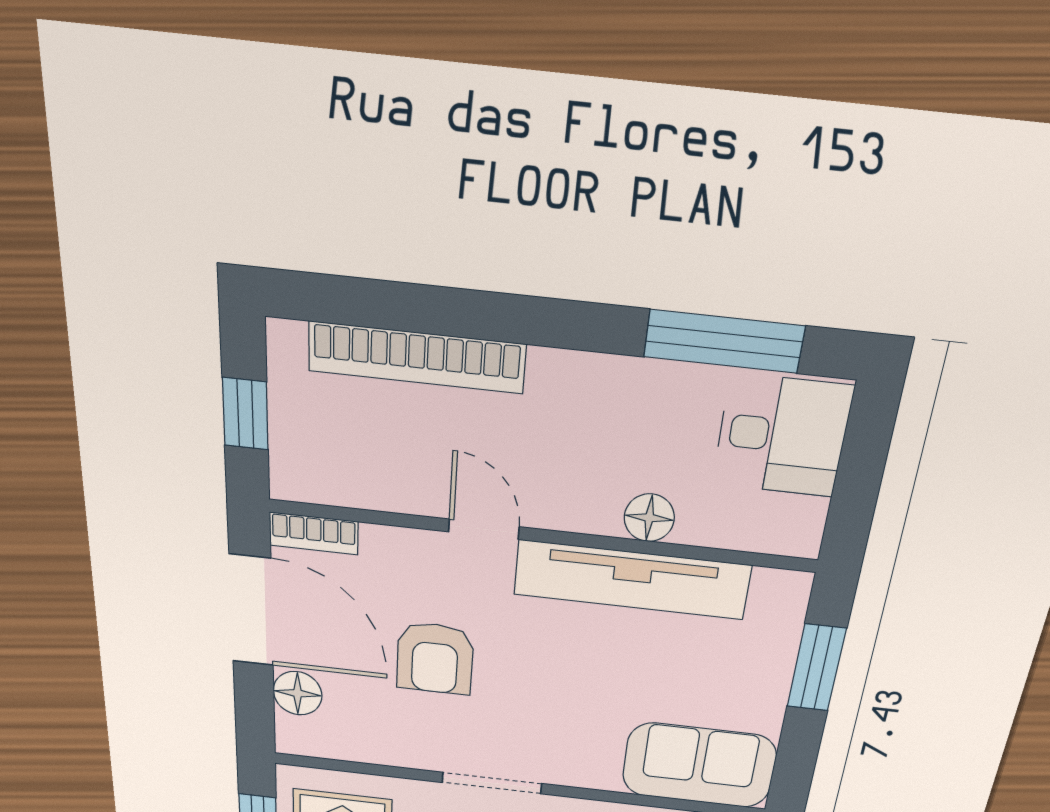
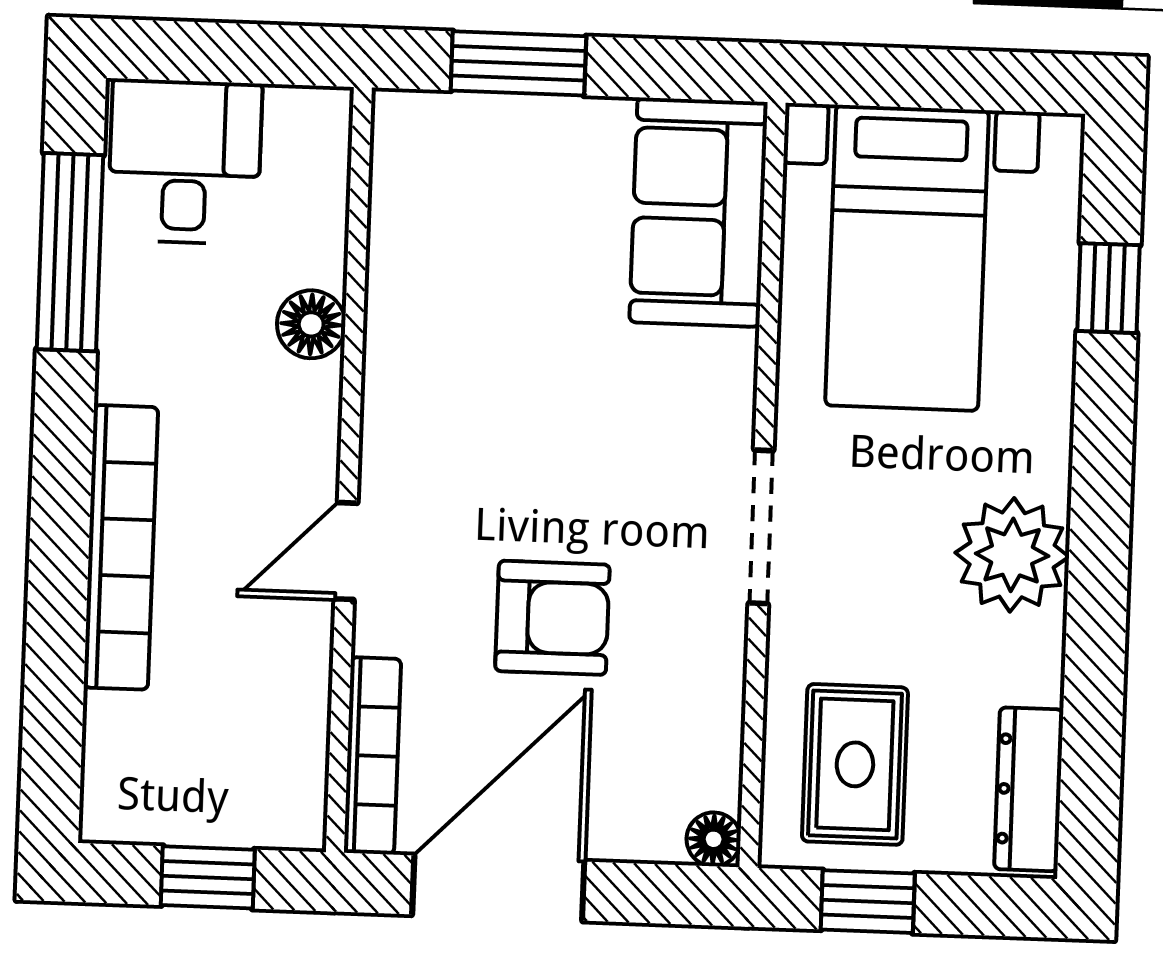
bookcase: (417, 358) -> (121, 547), moved
bookcase: (314, 533) -> (372, 756), width x1.56
tv unit: (632, 580) -> (404, 340), removed
floor lamp: (298, 693) -> (714, 839), moved, width x0.73, depth x0.73

